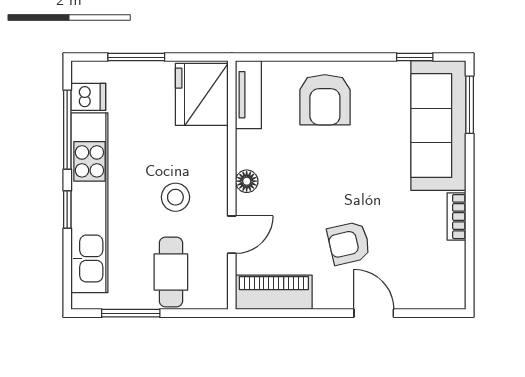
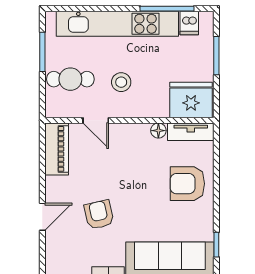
floor lamp: (247, 181) -> (158, 131), moved
window: (67, 210) -> (113, 9), removed
armchair: (349, 243) -> (99, 215), moved

